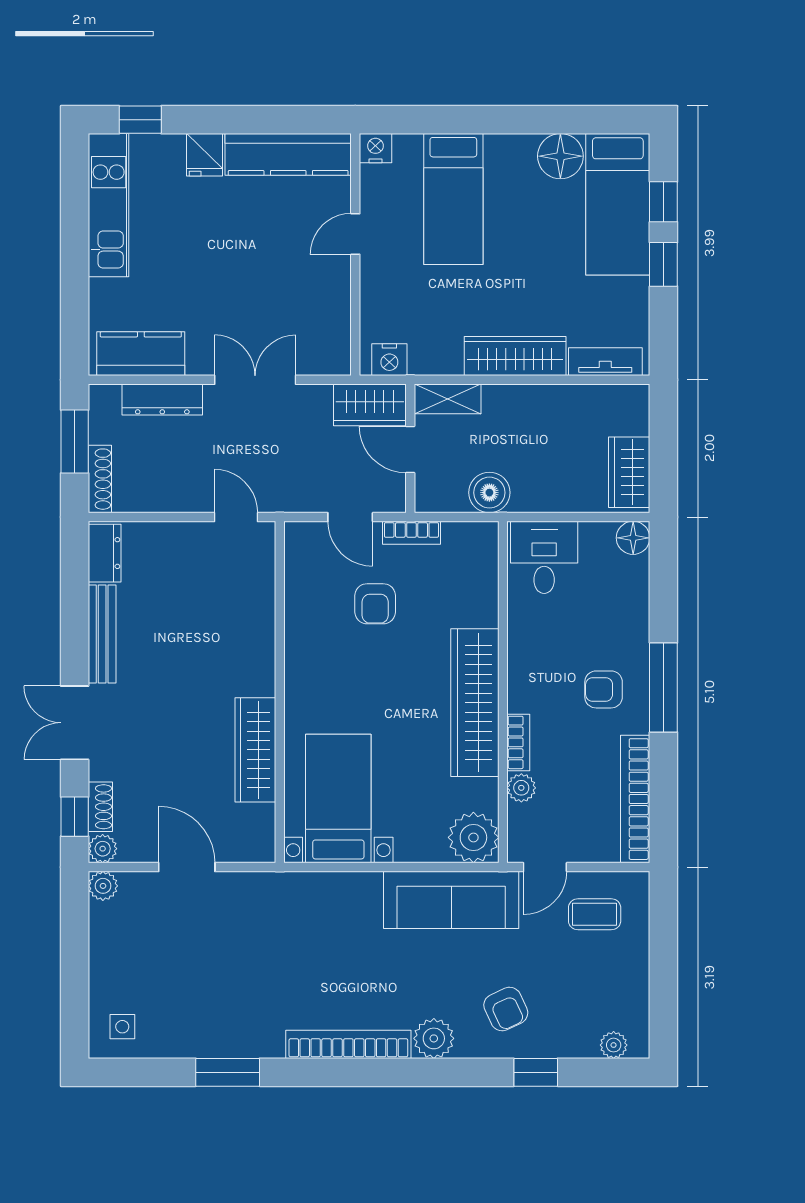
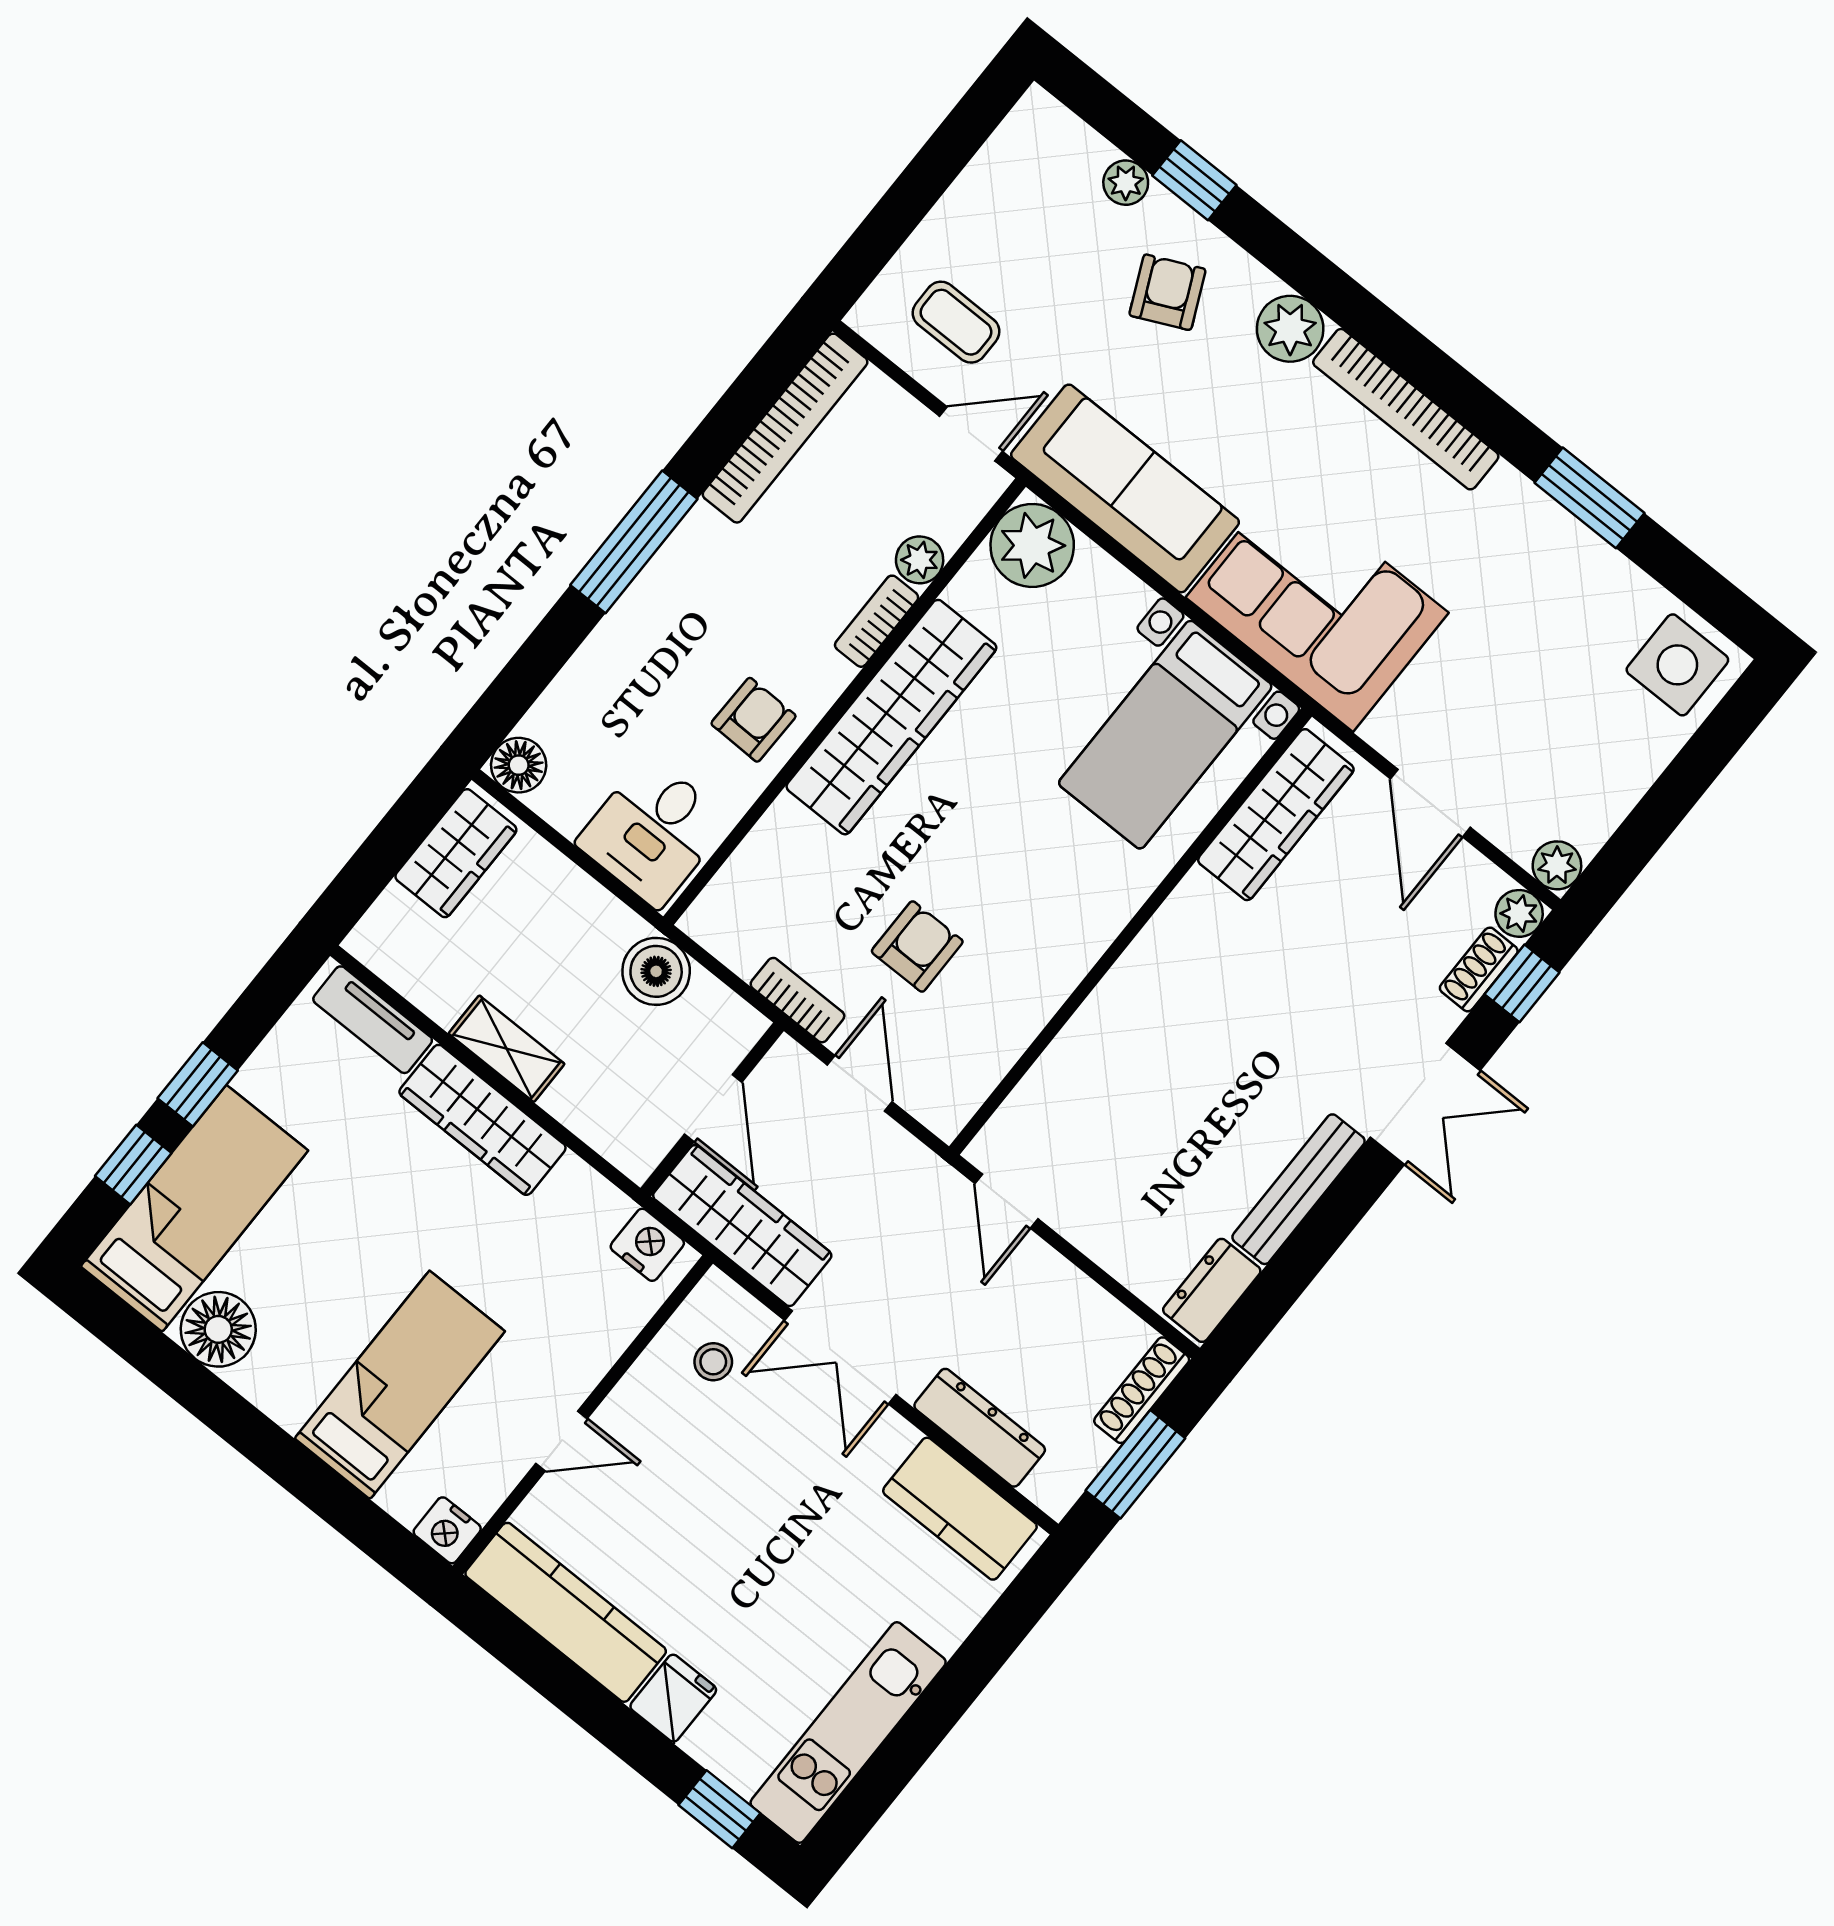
stool: (314, 329) -> (713, 1362), added
shelving: (448, 399) -> (507, 1049), moved
wardrobe: (370, 405) -> (742, 1226), width x1.50
armchair: (604, 689) -> (753, 720), moved, turned -89
wardrobe: (255, 750) -> (1276, 815), moved
corner sofa: (316, 918) -> (1317, 605), added
side table: (122, 1027) -> (1677, 665), width x1.87, depth x1.87
plant: (614, 1045) -> (1126, 183), moved

